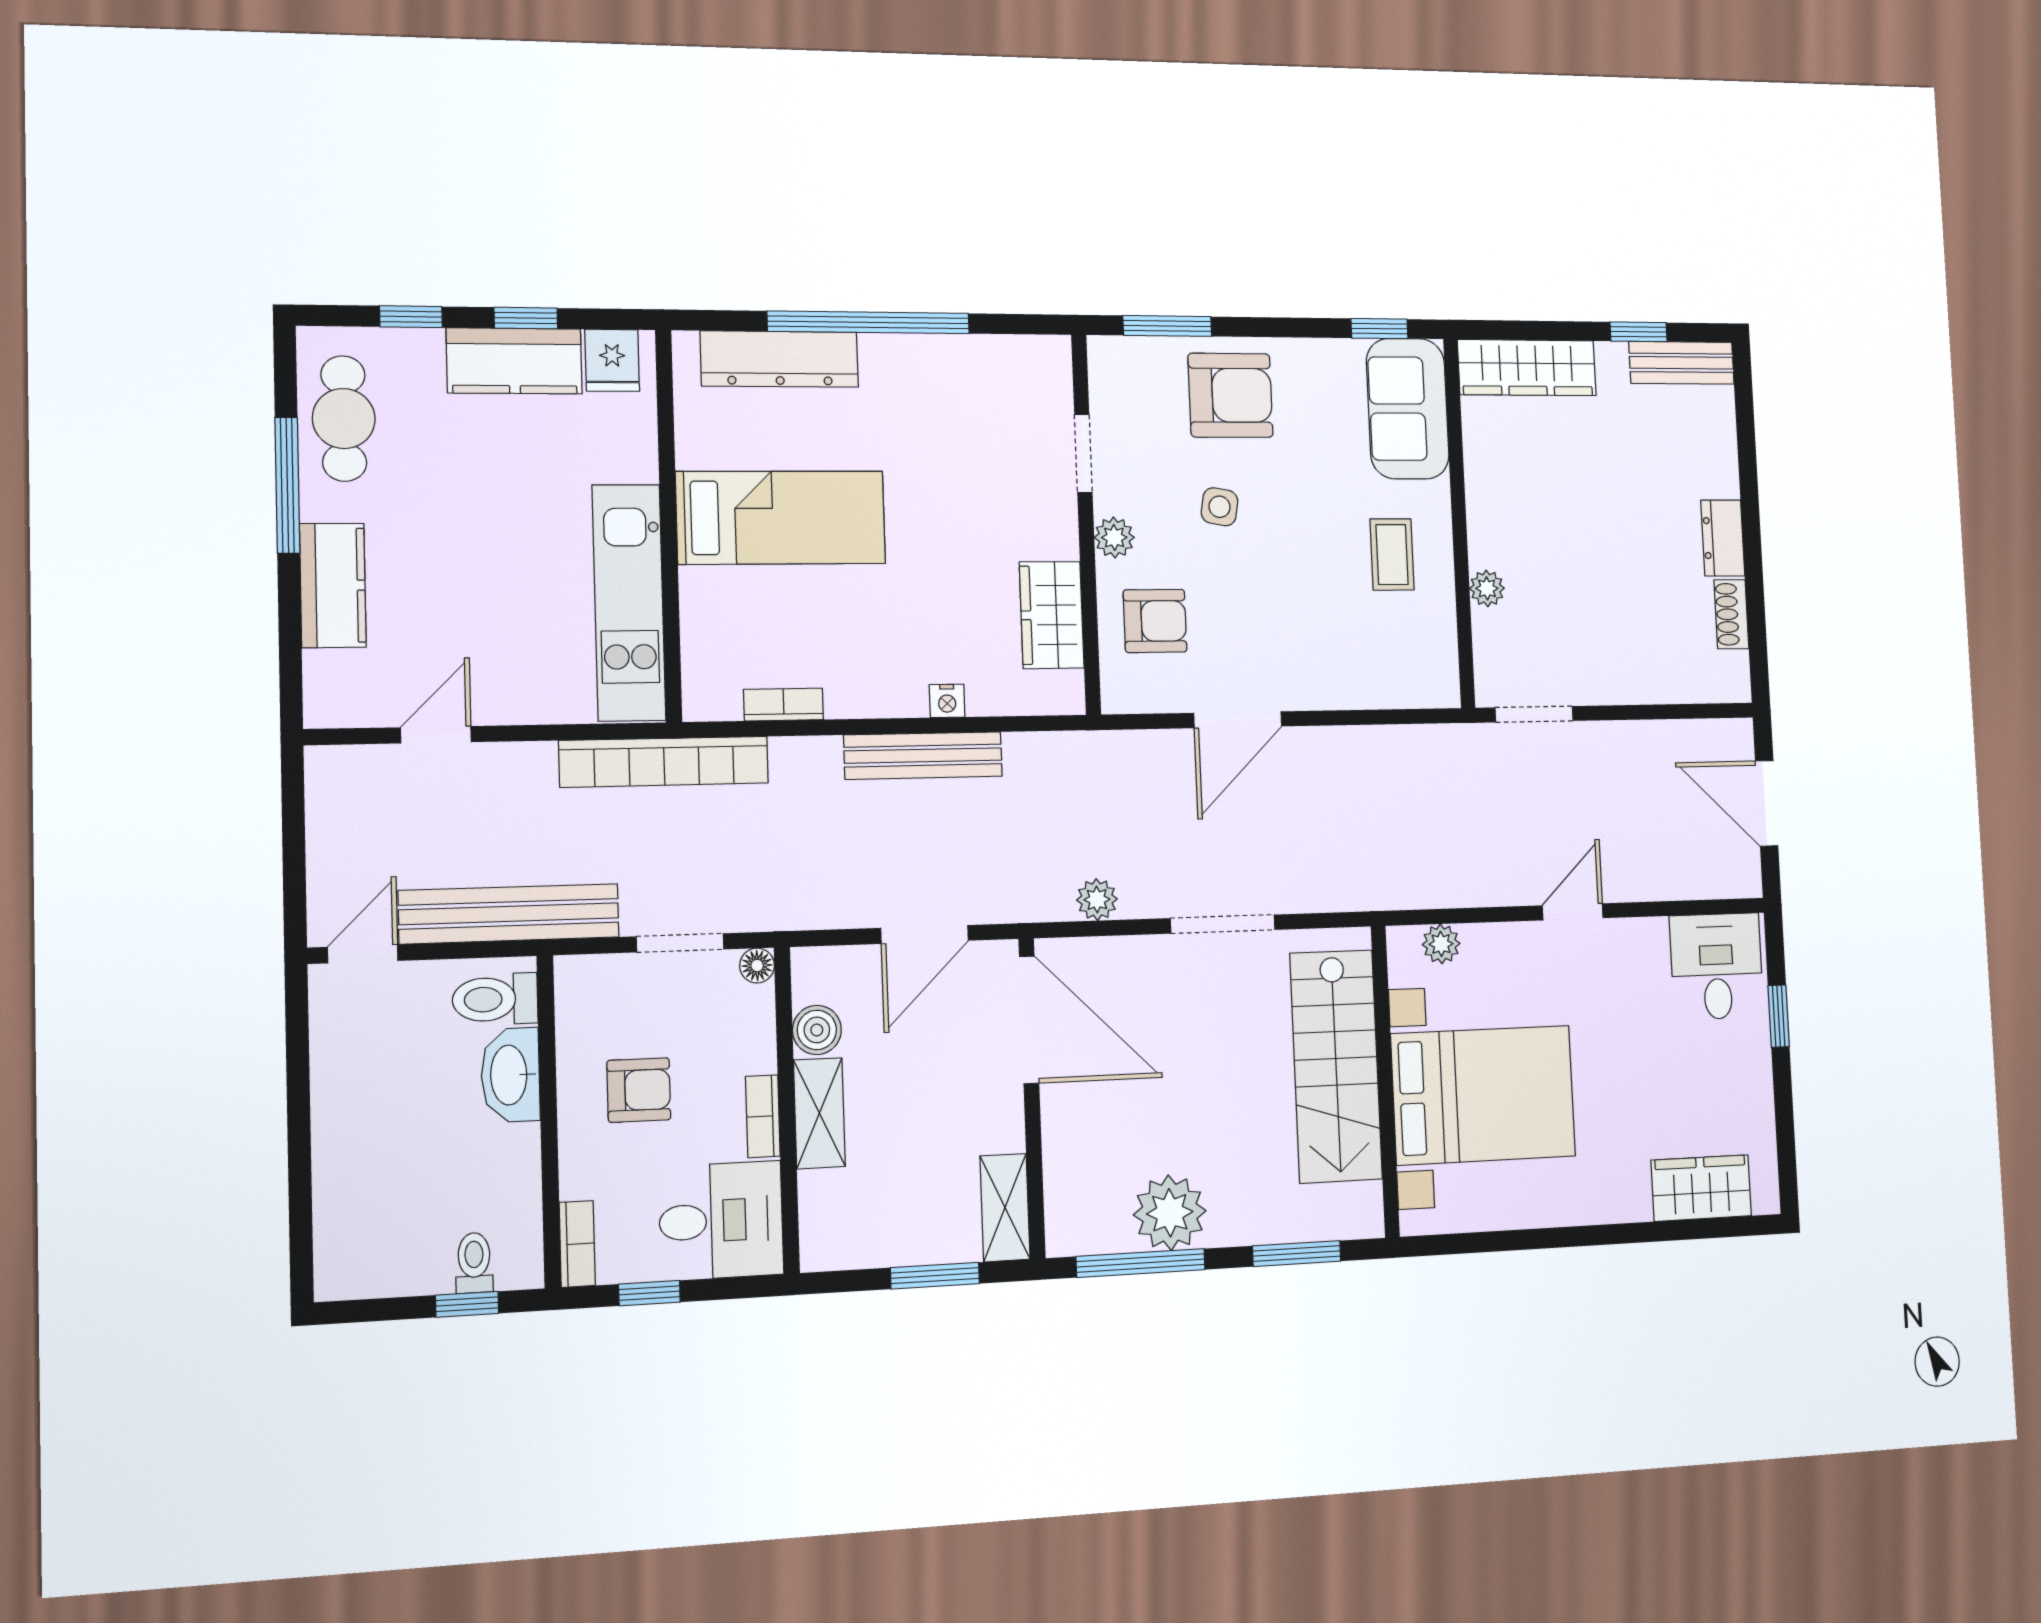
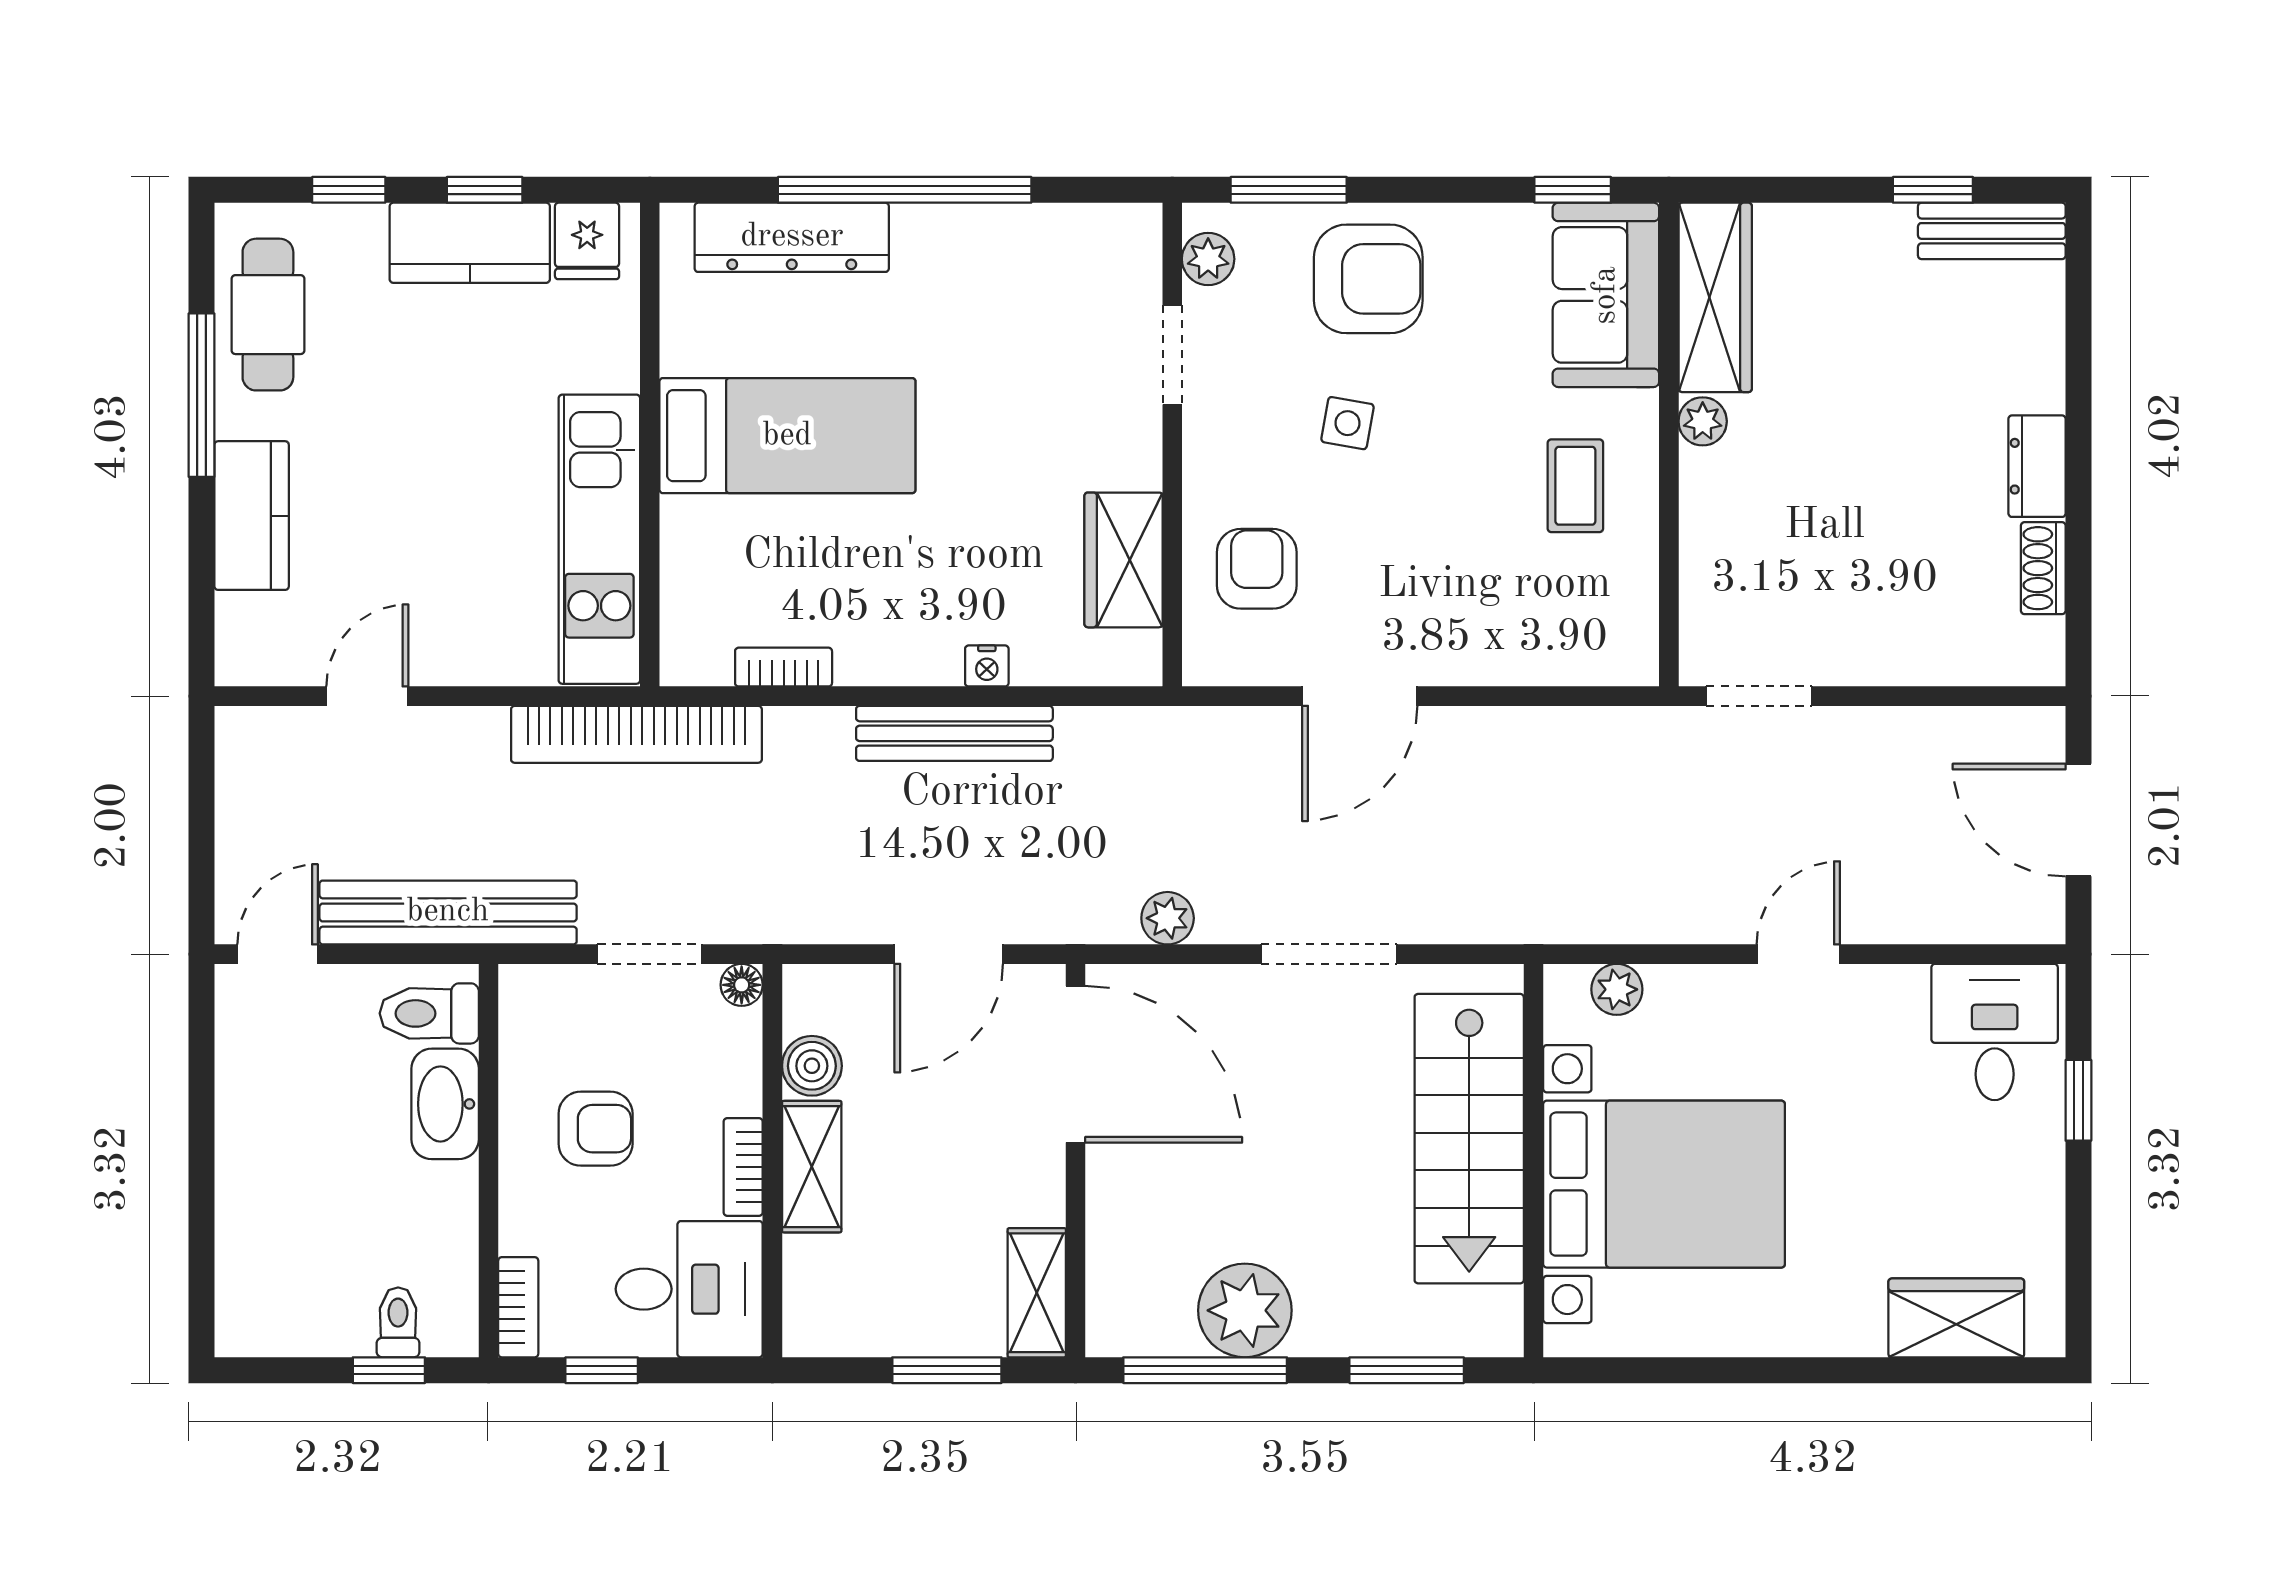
wardrobe: (1527, 368) -> (1715, 297), moved, turned -90
plant: (1114, 537) -> (1208, 259), moved
plant: (1487, 588) -> (1703, 421), moved
armchair: (1155, 621) -> (1257, 569), turned -90

